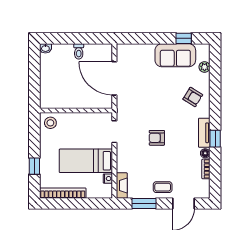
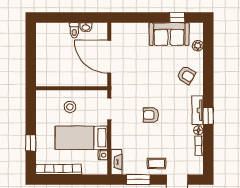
washbasin: (45, 48) -> (86, 27), moved
stool: (50, 123) -> (70, 107), moved

